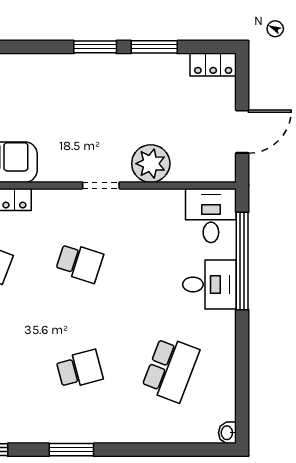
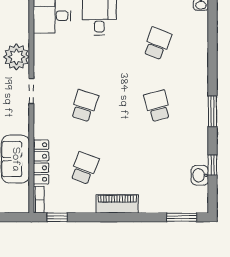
school desk: (170, 369) -> (157, 43), width x0.54

